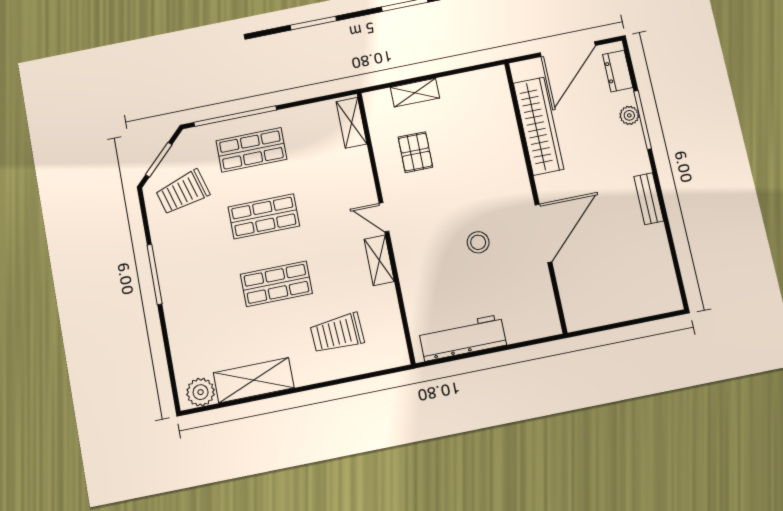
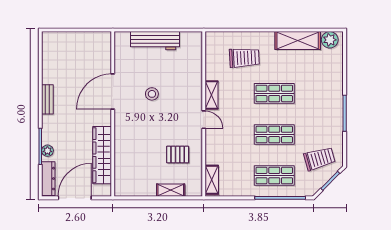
dresser: (618, 71) -> (48, 179), width x1.44
pallet: (415, 152) -> (178, 154), turned 90
workbench: (463, 338) -> (155, 41), moved

